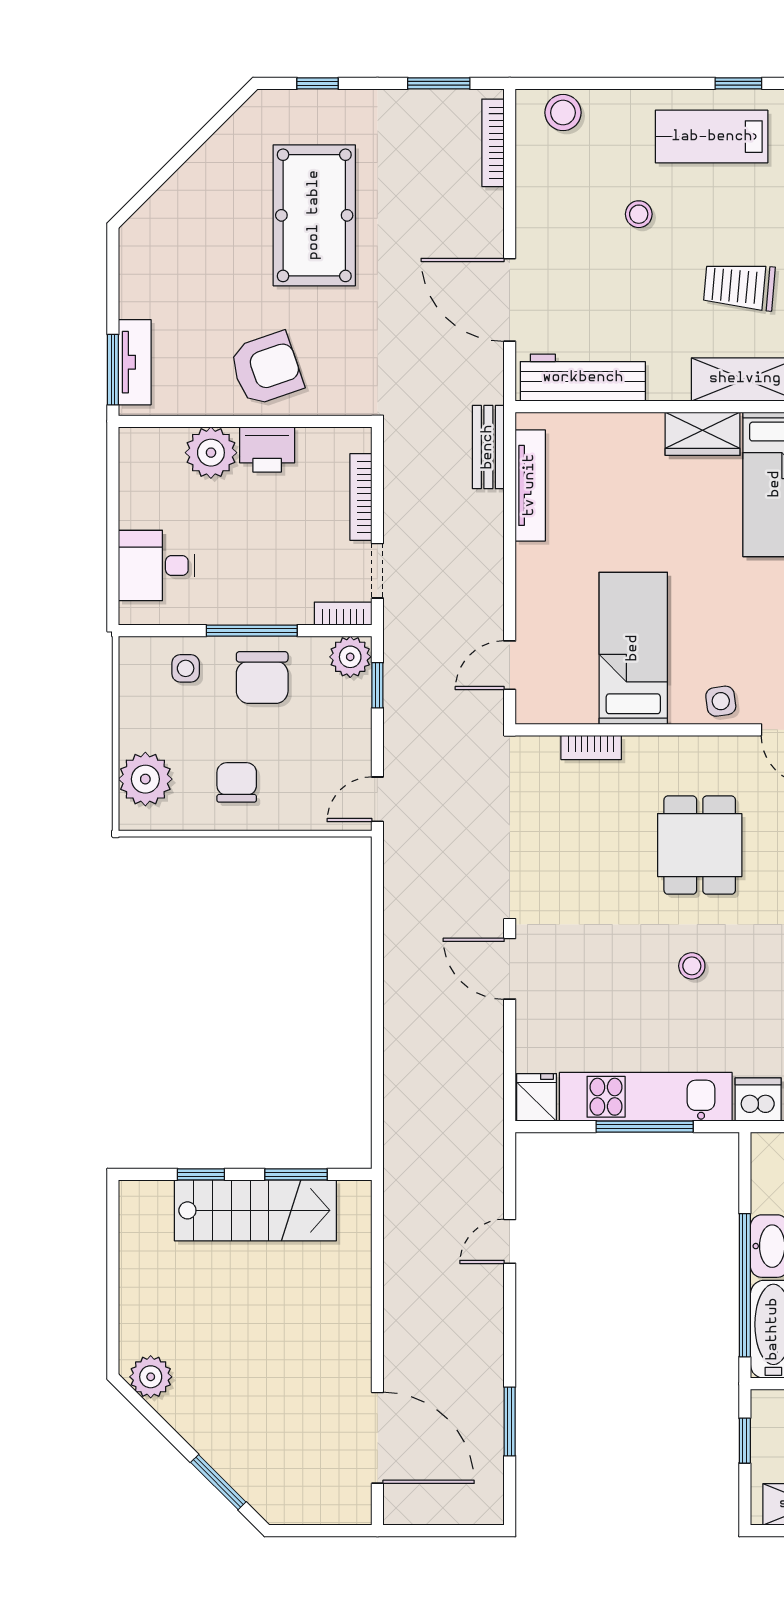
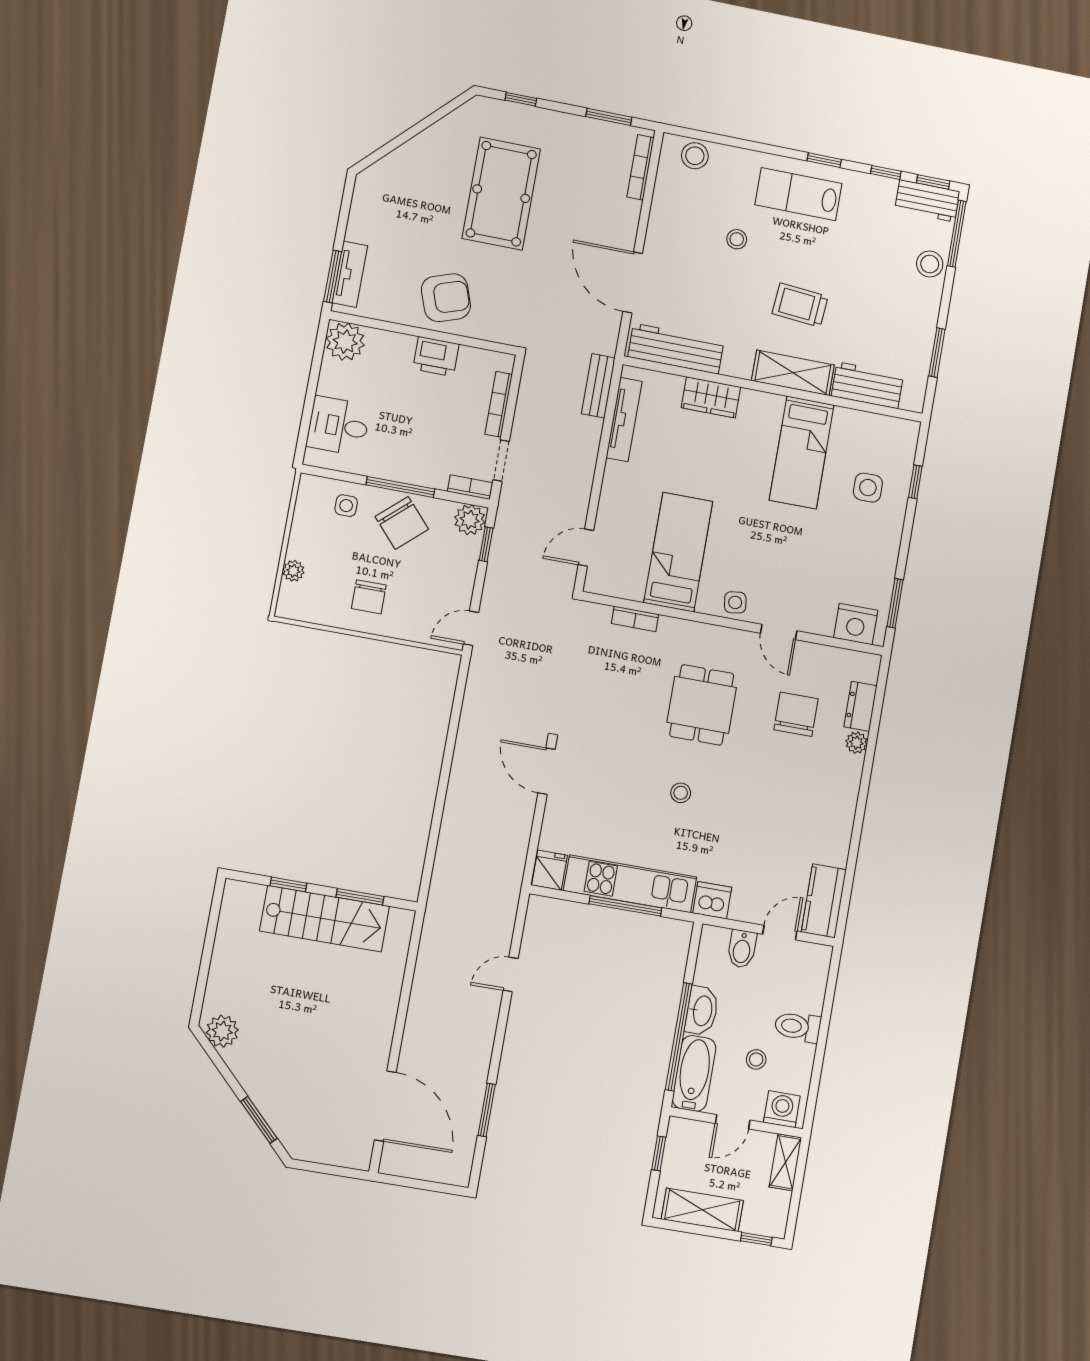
wardrobe: (703, 434) -> (711, 397), moved
plant: (211, 453) -> (345, 342), moved
chair: (262, 678) -> (402, 523), turned -42
plant: (145, 779) -> (293, 571), width x0.53, depth x0.53
chair: (237, 782) -> (369, 597), turned 180

